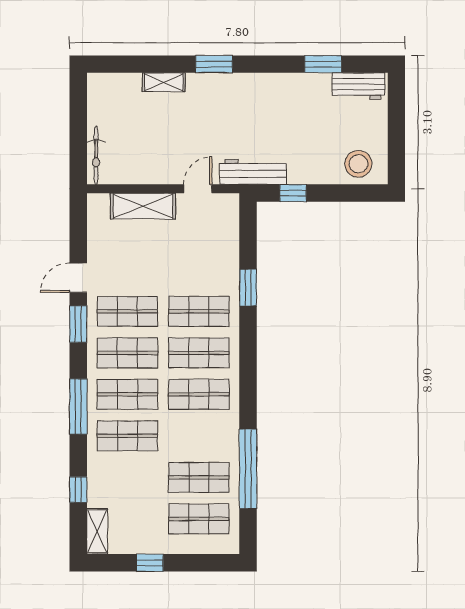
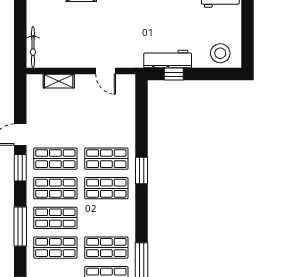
workbench: (253, 172) -> (168, 59), moved
door: (198, 189) -> (106, 71), swing flipped
shelving: (143, 206) -> (59, 81), width x0.67, depth x0.75
window: (248, 288) -> (141, 171), moved
shop shelf: (199, 394) -> (106, 248), moved

